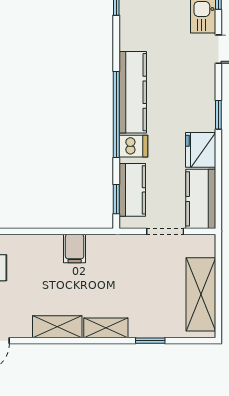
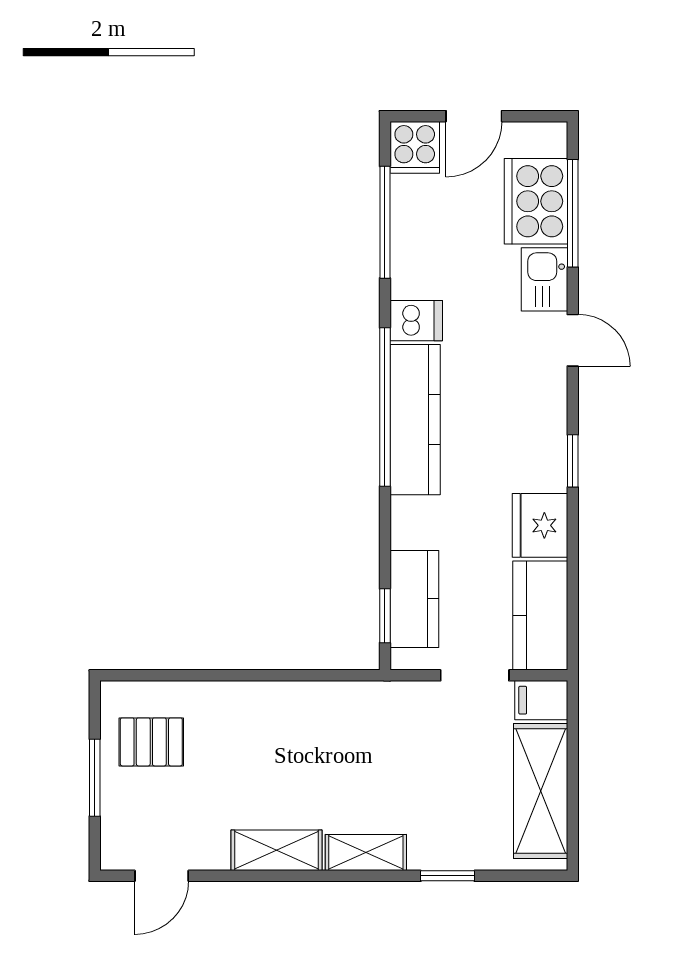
window: (116, 114) -> (385, 407), moved
dishwasher: (133, 146) -> (416, 321), moved
filing cabinet: (75, 249) -> (541, 700), moved, turned 90

